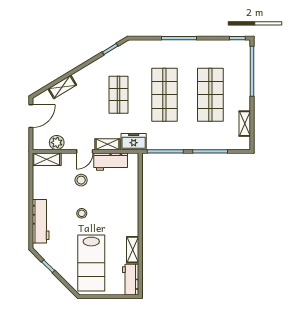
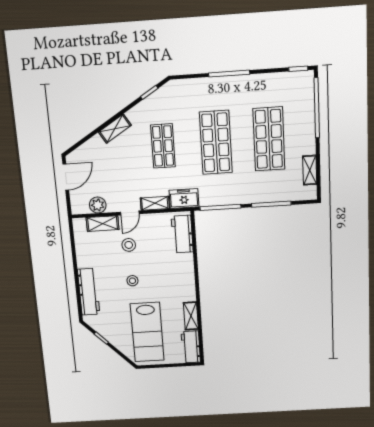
shelving: (62, 87) -> (115, 129), moved
shelving: (47, 159) -> (103, 224), moved
workbench: (111, 162) -> (182, 234), moved, turned 90

